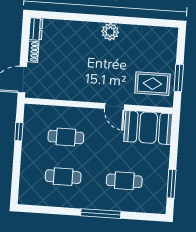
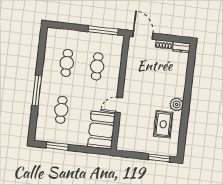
window: (179, 78) -> (159, 158), moved
rug: (152, 84) -> (163, 124), moved
window: (19, 132) -> (103, 30), width x2.17

